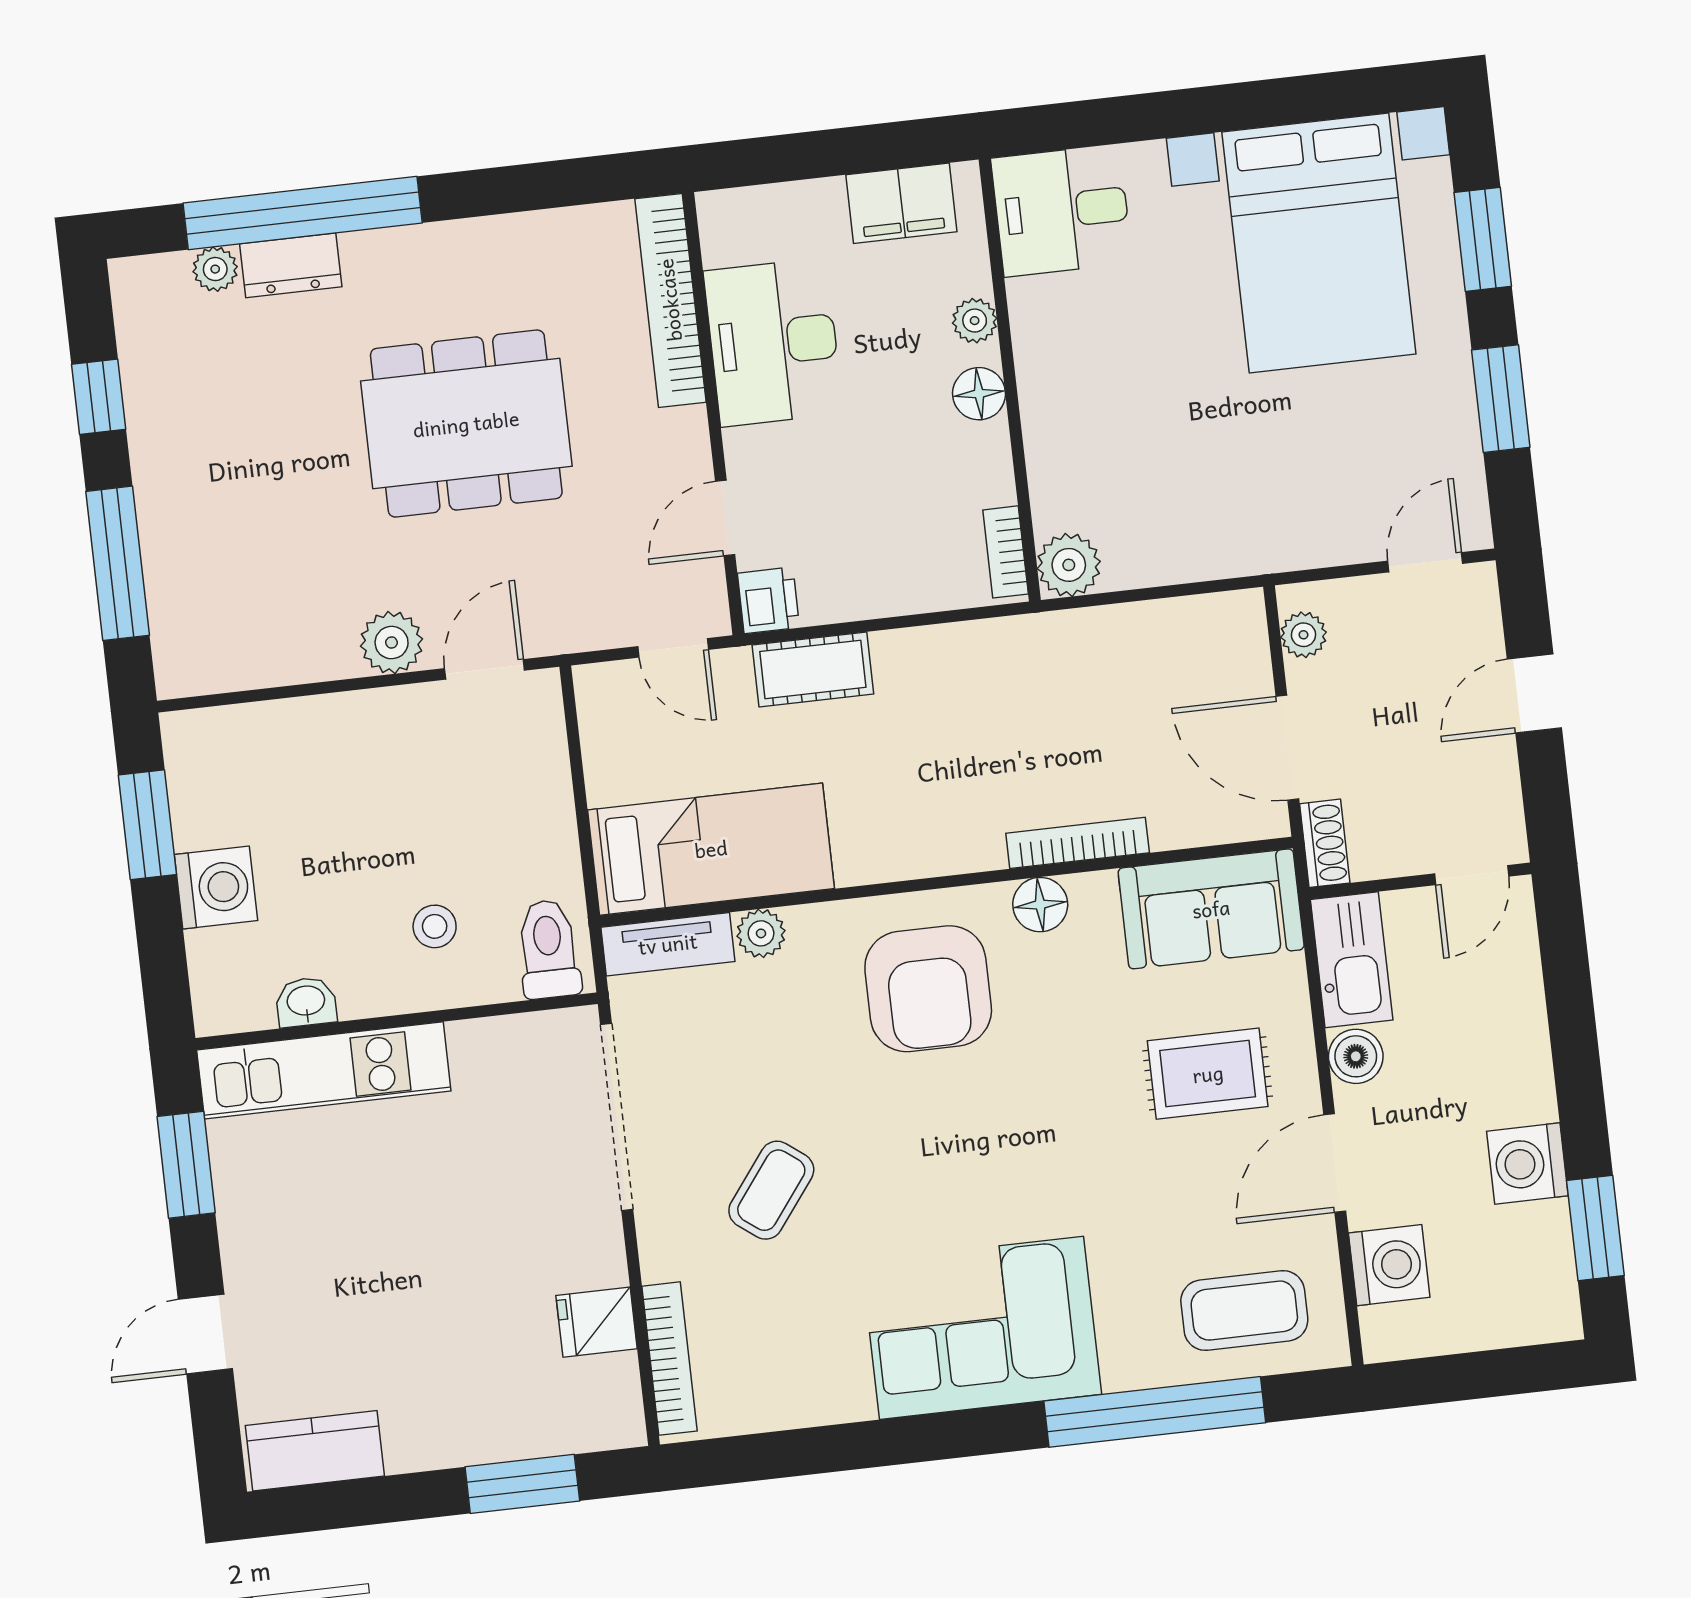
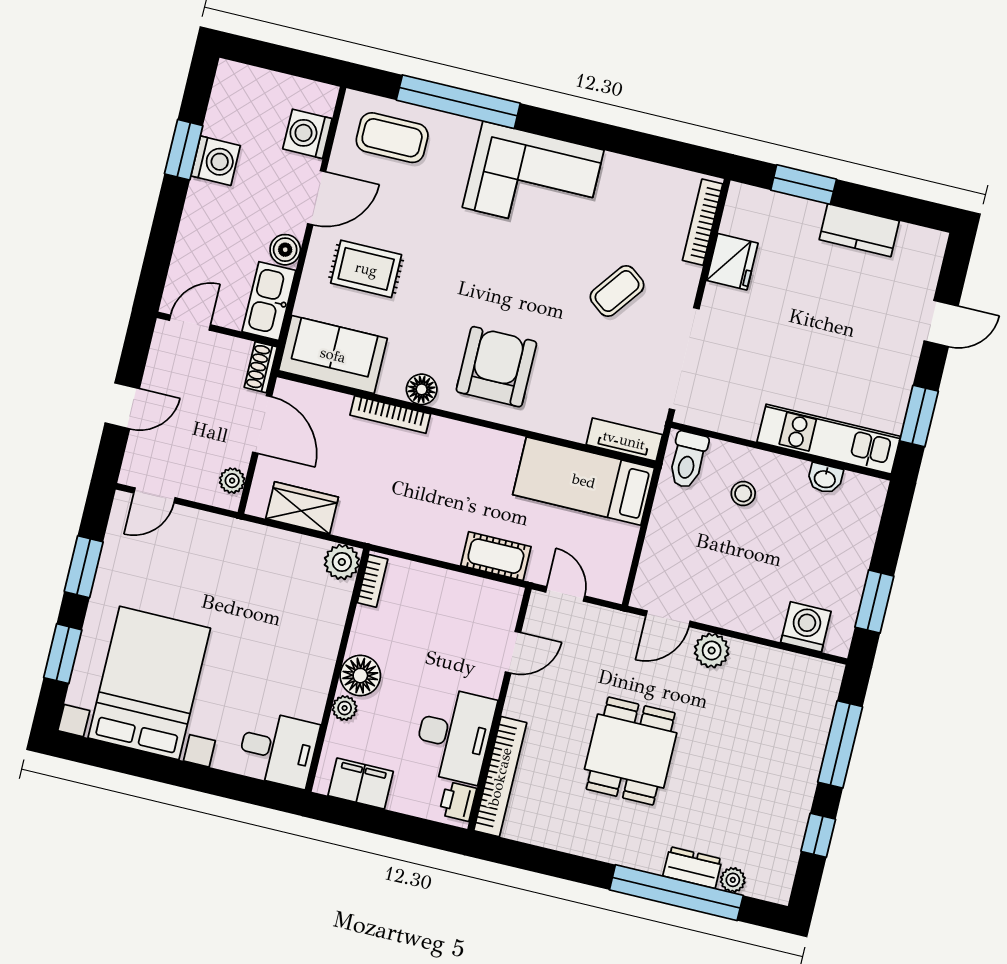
floor lamp: (979, 394) -> (360, 676), width x1.38, depth x1.38
dining table: (466, 424) -> (631, 751), width x0.73
printer: (768, 600) -> (458, 801), moved
wardrobe: (1169, 632) -> (302, 508), added
washing machine: (216, 888) -> (806, 627), moved, turned 90
plant: (761, 933) -> (573, 428), removed
window: (1595, 1228) -> (184, 150), moved
fridge: (597, 1322) -> (732, 262), width x1.38
kitchen counter: (315, 1451) -> (859, 230), moved

